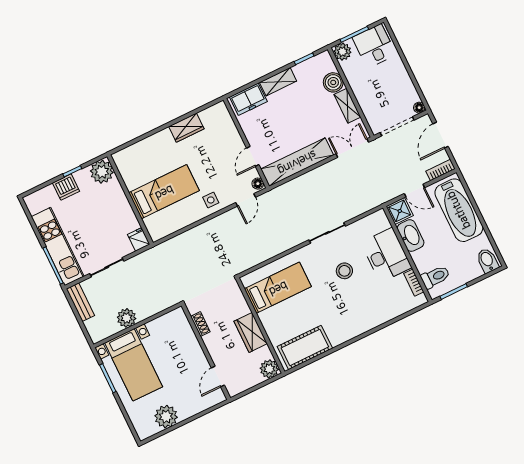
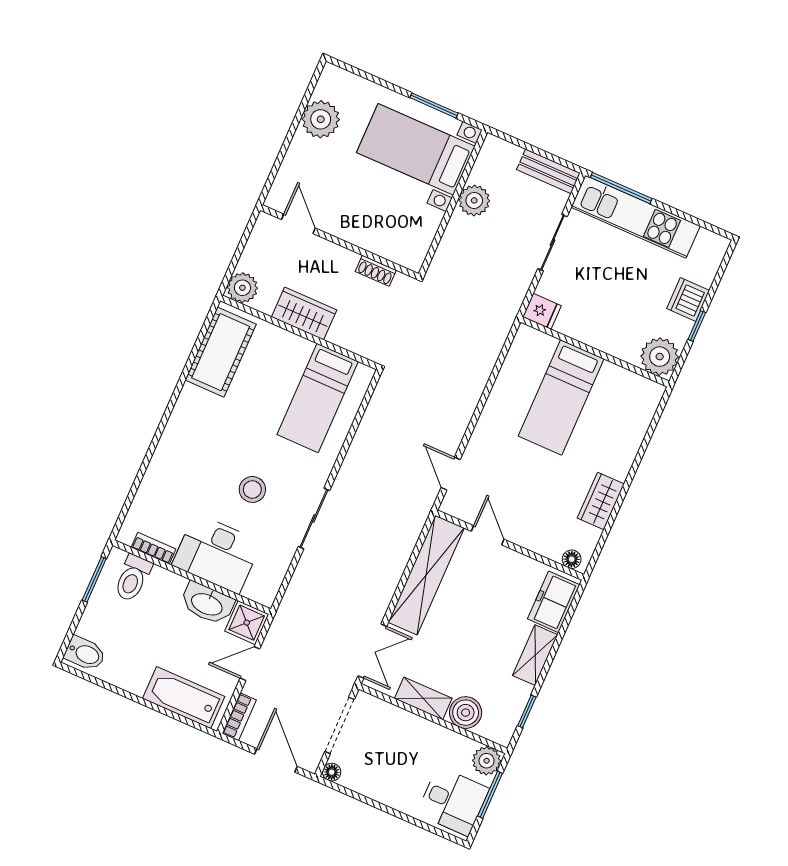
floor lamp: (258, 184) -> (572, 559), moved
side table: (211, 200) -> (494, 437), removed
bathtub: (459, 210) -> (184, 697), width x0.73, depth x0.73

